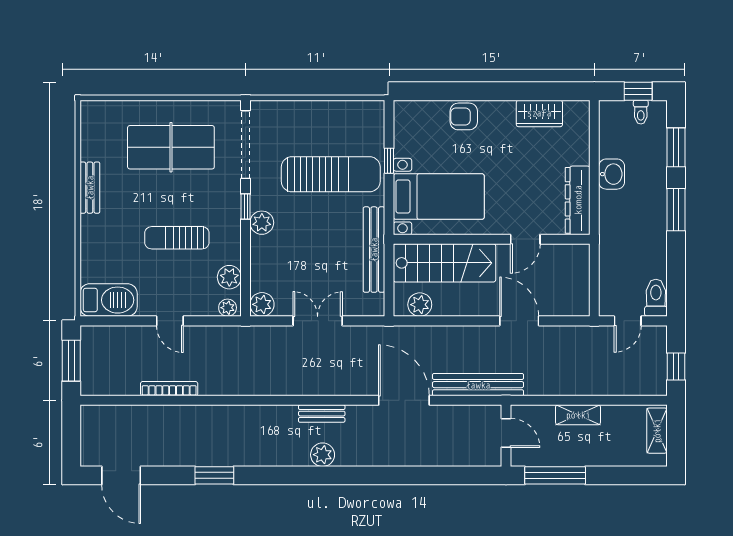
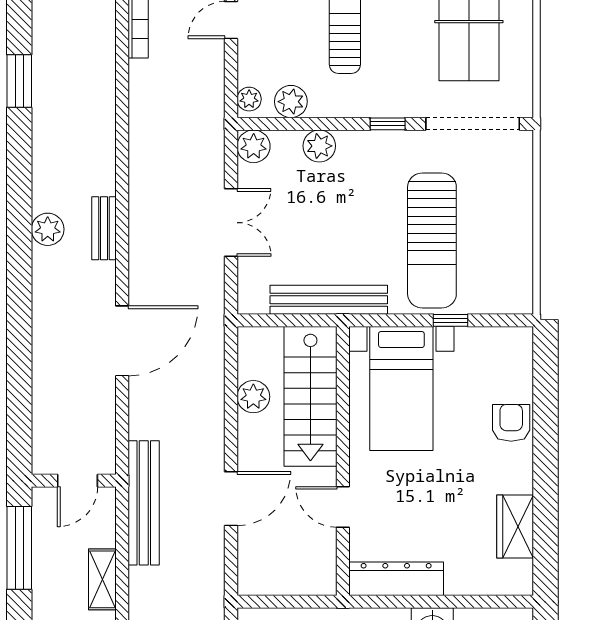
plant: (262, 223) -> (319, 146), moved
plant: (420, 305) -> (253, 397), moved
bench: (478, 385) -> (144, 503), moved

